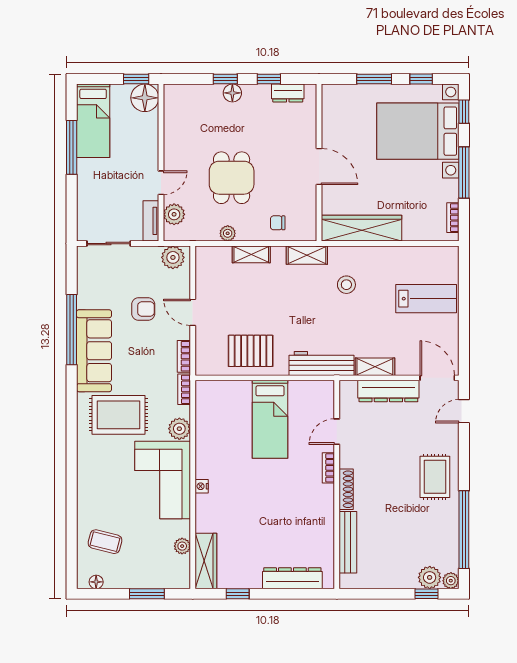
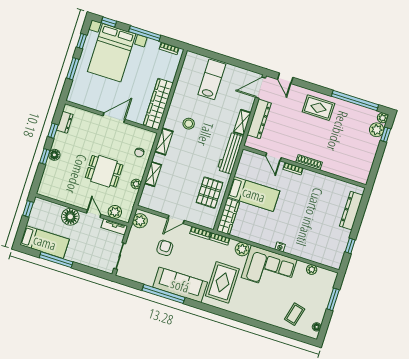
floor lamp: (145, 98) -> (70, 217), moved
bench: (348, 542) -> (341, 171), removed
wardrobe: (206, 561) -> (228, 216), moved, turned 90

